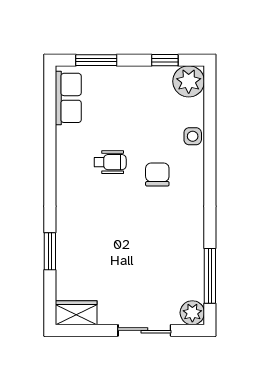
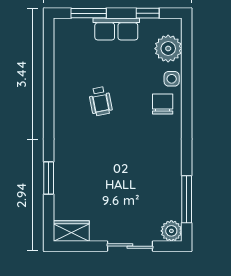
plant: (189, 81) -> (168, 49), moved
row of seats: (68, 98) -> (116, 29), moved, turned 90
wheelchair: (110, 162) -> (101, 101), turned 79
chair: (157, 174) -> (163, 104), moved

